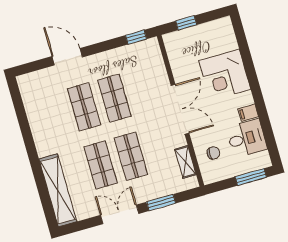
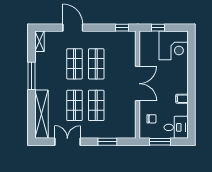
corner desk: (225, 75) -> (174, 45), moved, turned -90
desk: (247, 138) -> (176, 127), moved
window: (29, 141) -> (32, 76), added
shelving: (185, 162) -> (39, 41), moved
window: (251, 177) -> (160, 142), moved
double door: (120, 214) -> (67, 142), moved

